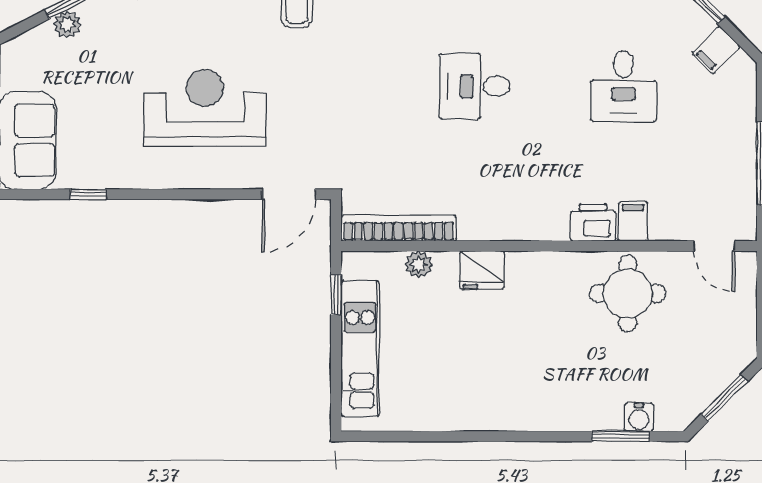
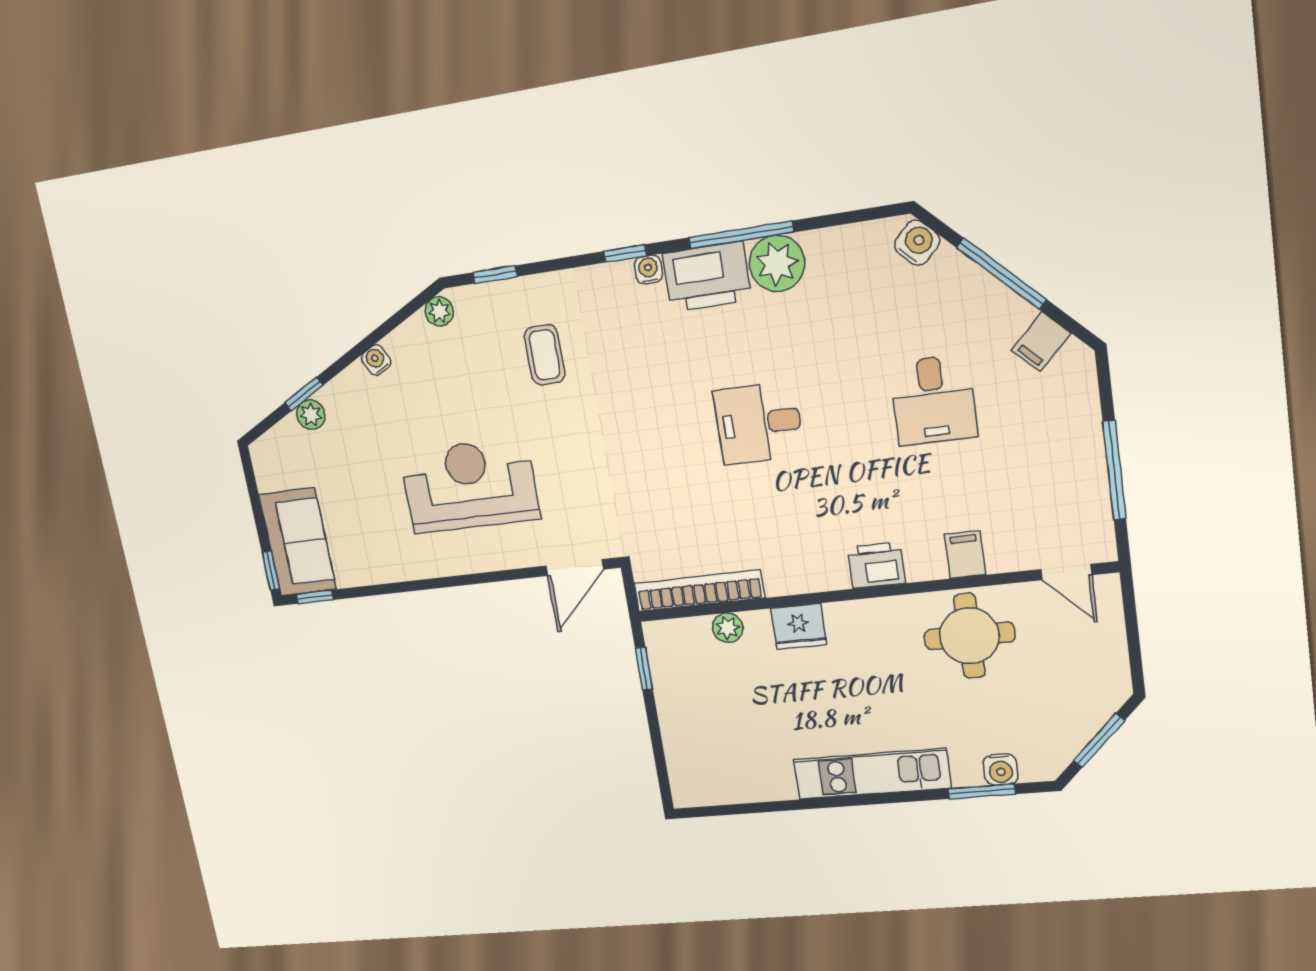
window: (88, 194) -> (315, 597), moved
printer: (593, 222) -> (876, 565), moved
kitchen unit: (360, 349) -> (872, 774), moved, turned -90

